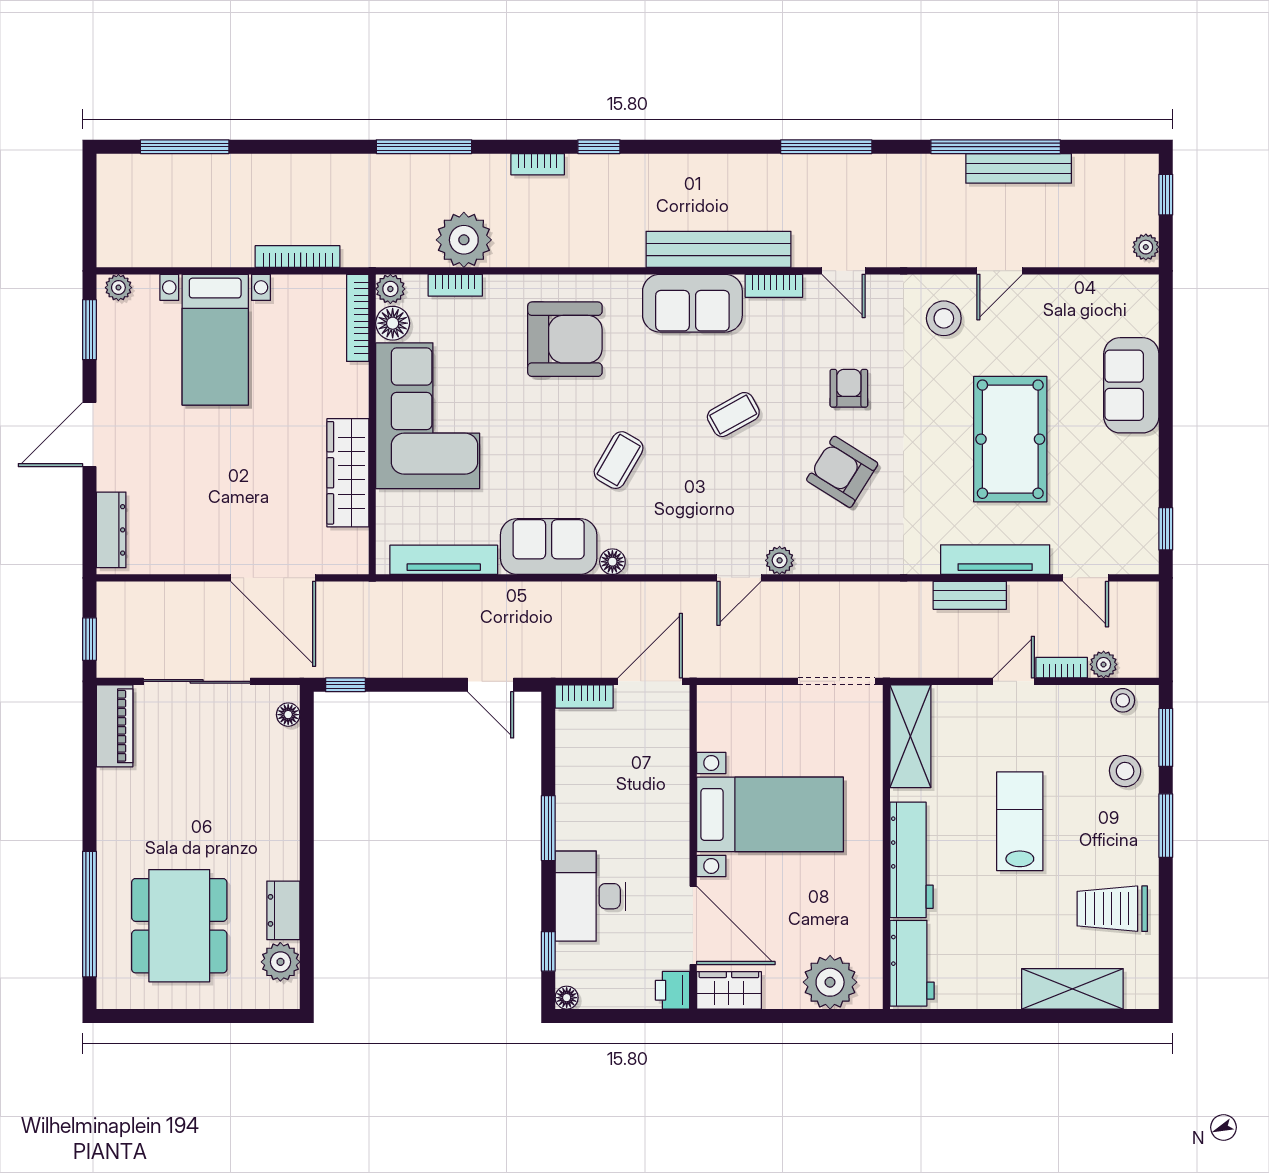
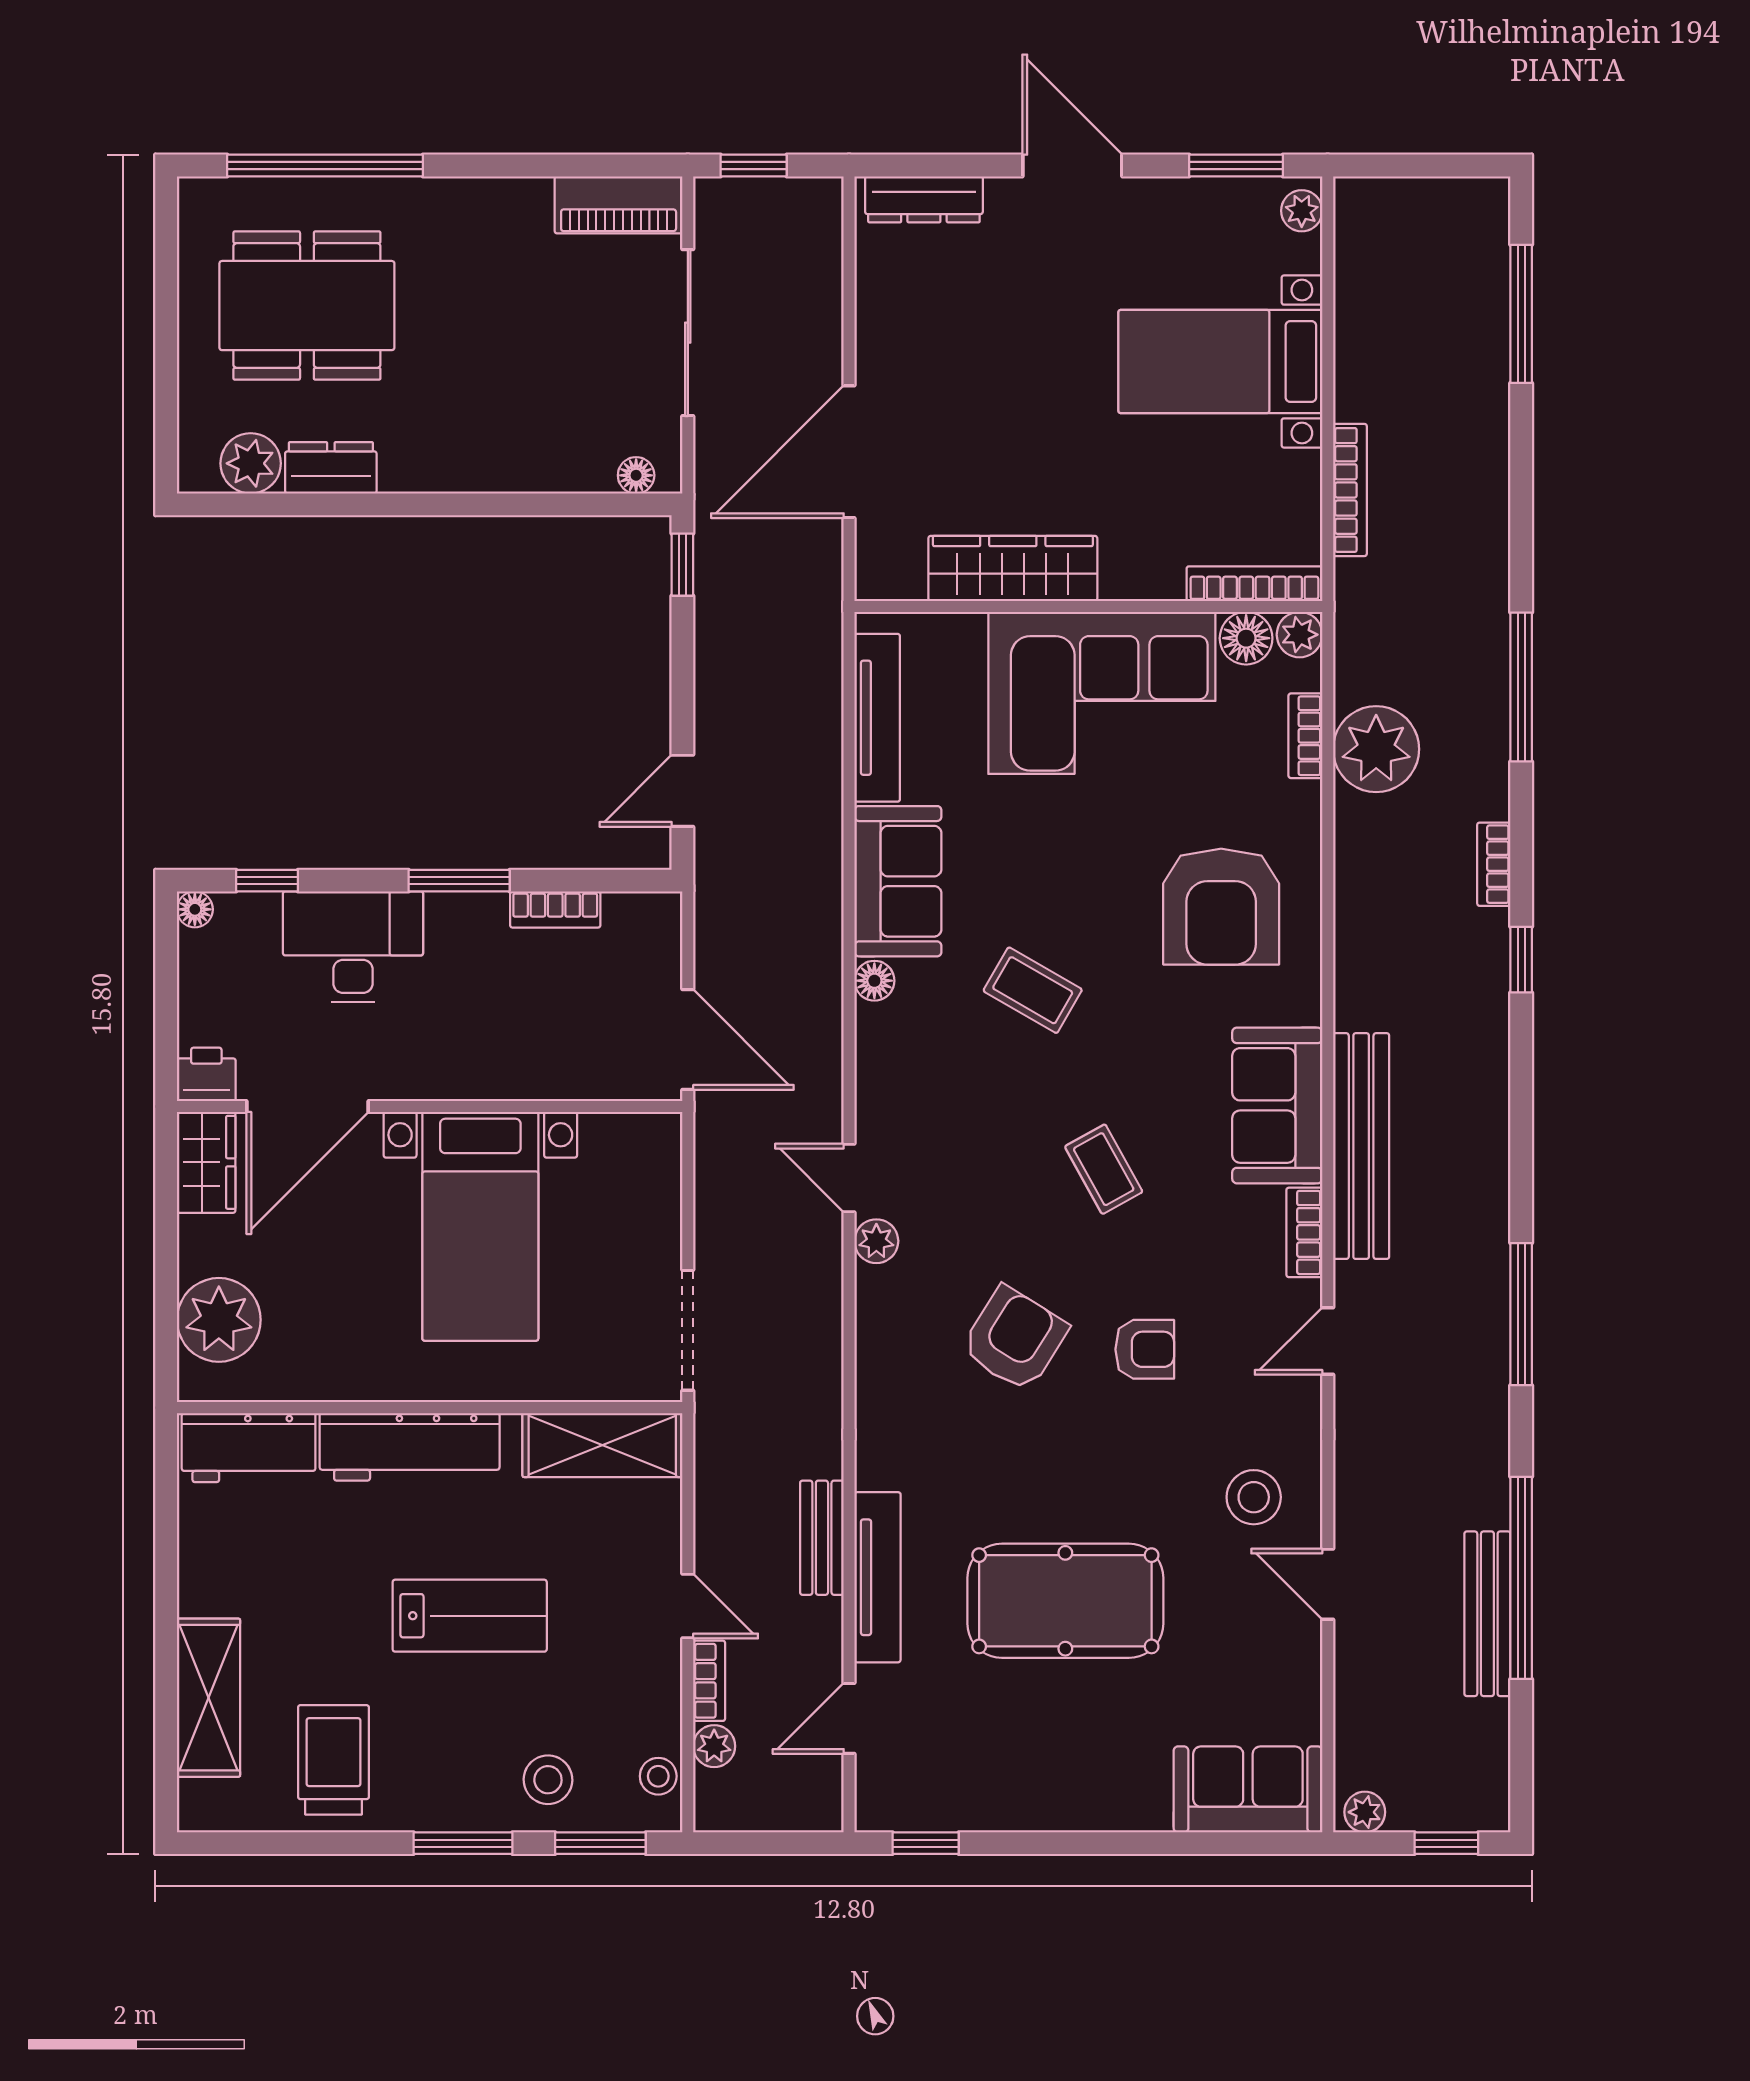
sofa: (1131, 385) -> (1248, 1789), moved
bookcase: (584, 696) -> (555, 909), moved, turned -90

